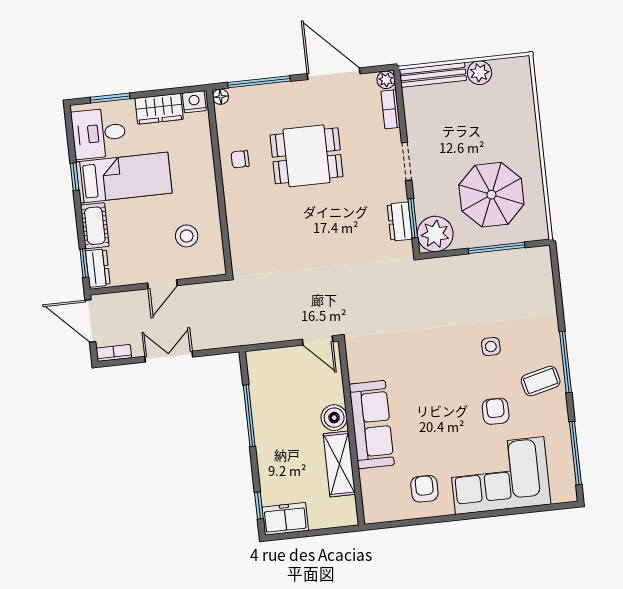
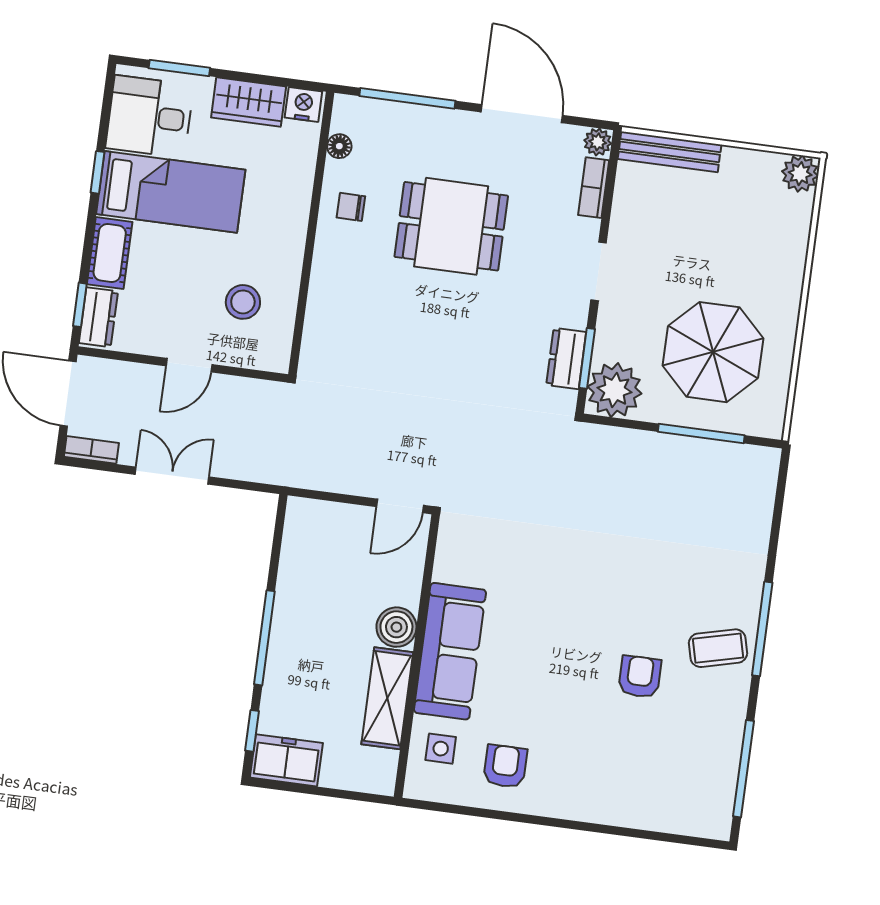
plant: (480, 73) -> (800, 174), moved
floor lamp: (221, 97) -> (339, 146), moved
door: (318, 341) -> (400, 506), hinge flipped
side table: (491, 347) -> (441, 749), moved
window: (249, 416) -> (264, 638), moved
corner sofa: (500, 476) -> (622, 774), removed

